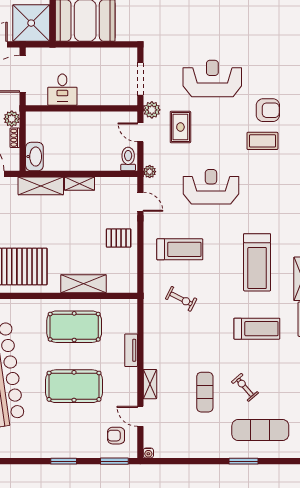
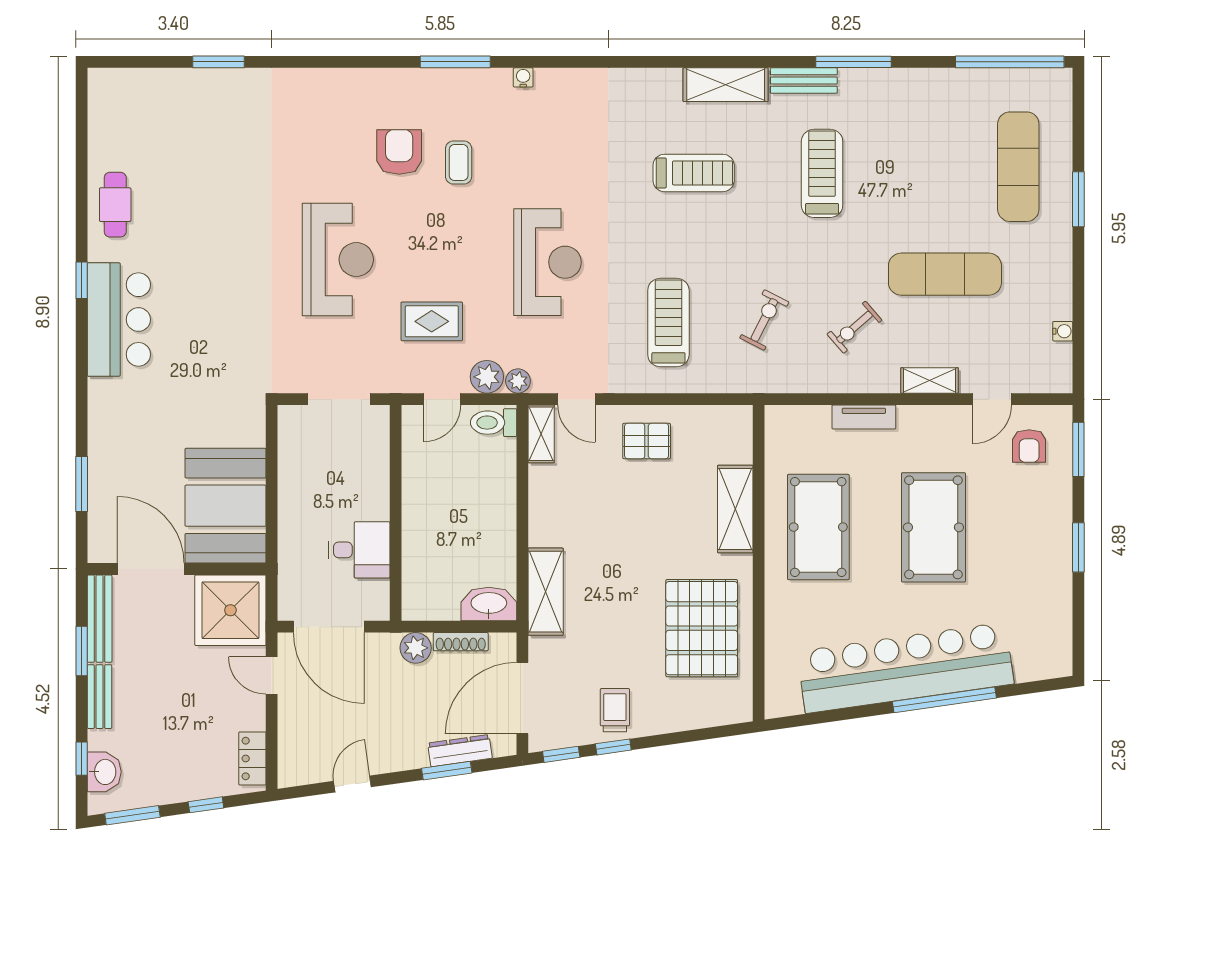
reception desk: (212, 79) -> (338, 260), turned 180
plant: (152, 110) -> (487, 377), moved
shoe rack: (15, 138) -> (461, 642), width x1.43
coffee table: (262, 141) -> (459, 163), width x0.73, depth x0.77
shelving: (80, 184) -> (541, 434), moved
reception desk: (211, 187) -> (548, 262), turned 180
door: (140, 202) -> (576, 399), swing flipped
pallet: (119, 238) -> (647, 441), turned 90
treadmill: (257, 262) -> (694, 173), width x0.73, depth x0.73
exercise bike: (245, 387) -> (854, 327), moved
exercise mat: (205, 392) -> (945, 274), width x1.36, depth x1.45
water cooler: (148, 453) -> (1063, 331), moved

